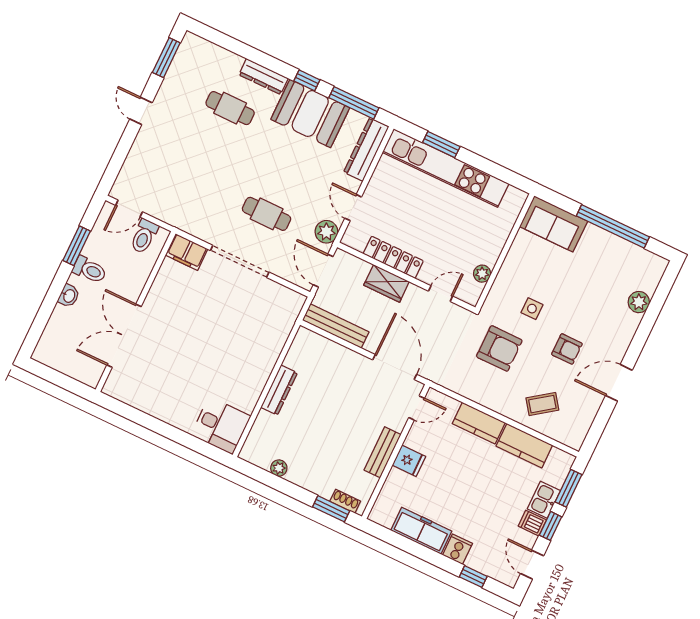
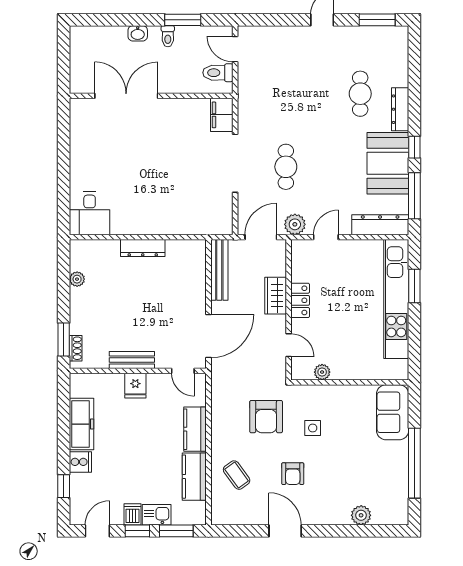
locker: (393, 257) -> (300, 300), width x0.66
toilet: (90, 270) -> (168, 36), width x0.73, depth x0.72

